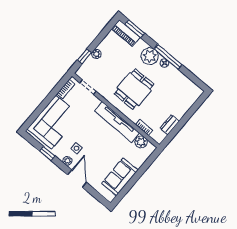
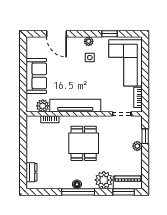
plant: (150, 56) -> (104, 180), moved
dresser: (170, 125) -> (31, 172), moved
sofa: (120, 177) -> (36, 76), moved
door: (77, 179) -> (57, 34), moved

